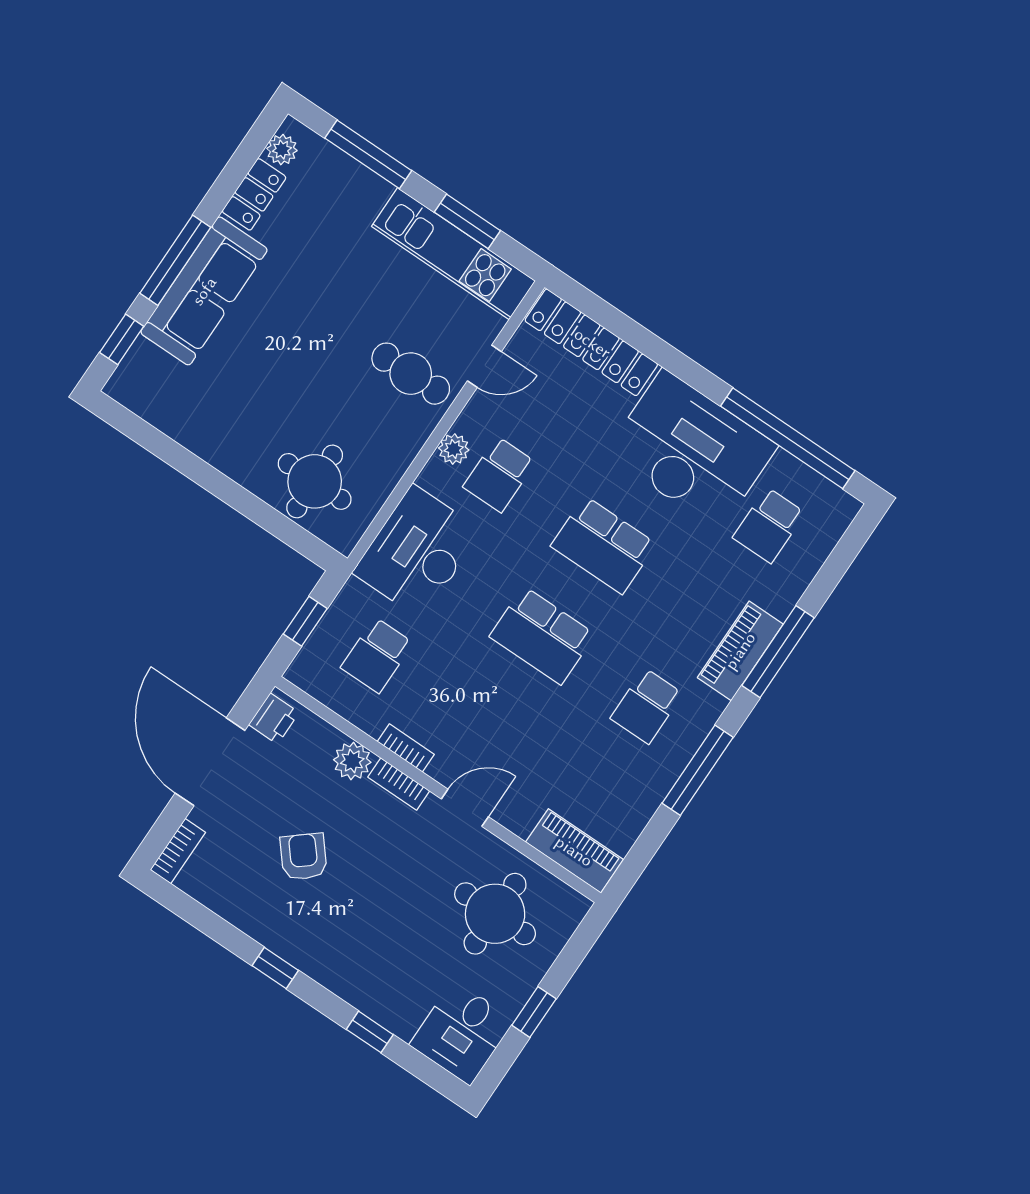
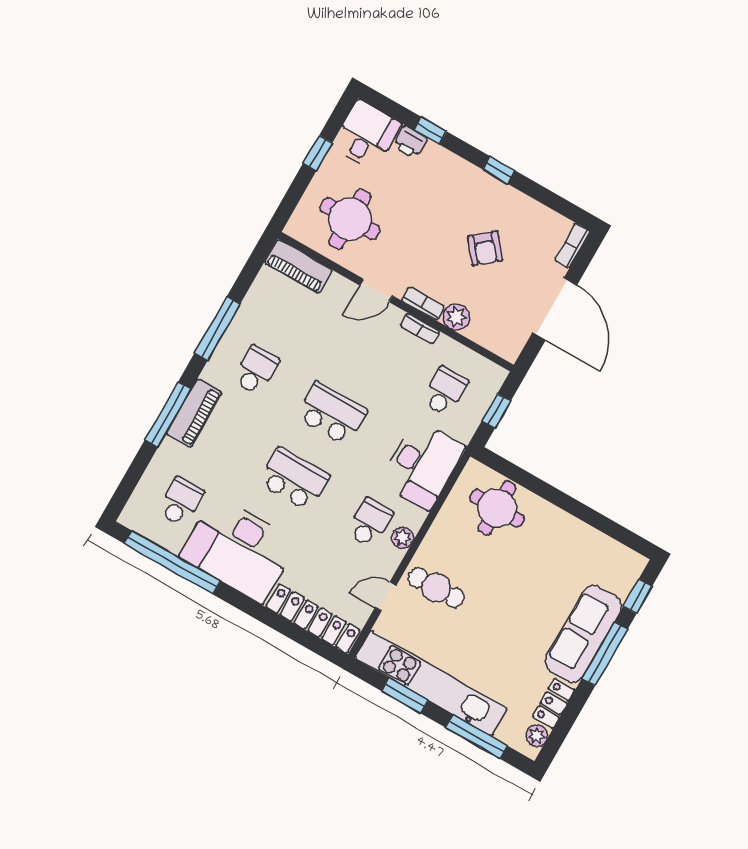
kitchen unit: (453, 254) -> (431, 683), width x1.36
printer: (274, 719) -> (410, 142), moved, turned -90

